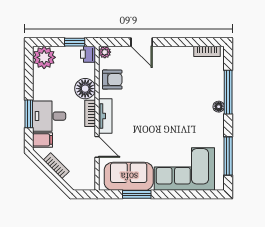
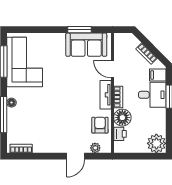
window: (75, 42) -> (131, 156), removed
door: (142, 42) -> (76, 156), swing flipped
plant: (105, 52) -> (95, 148), moved
printer: (88, 54) -> (120, 134), moved
armchair: (112, 80) -> (100, 125), turned 90
corner sofa: (184, 169) -> (25, 62), moved, turned -90

